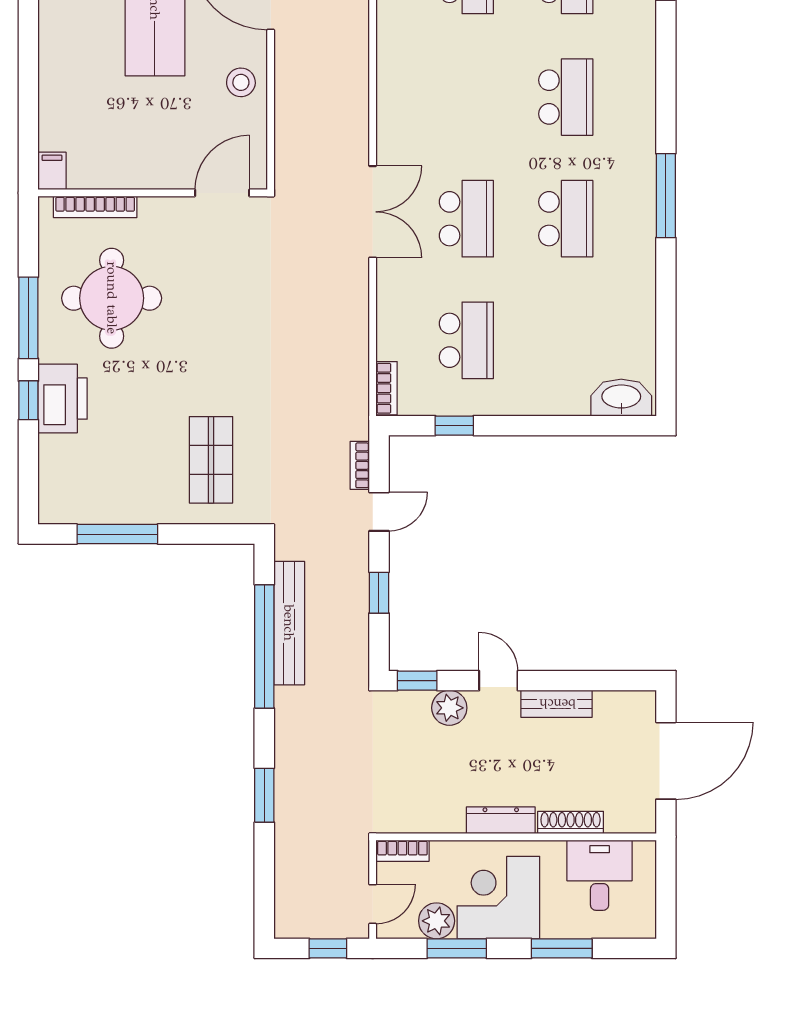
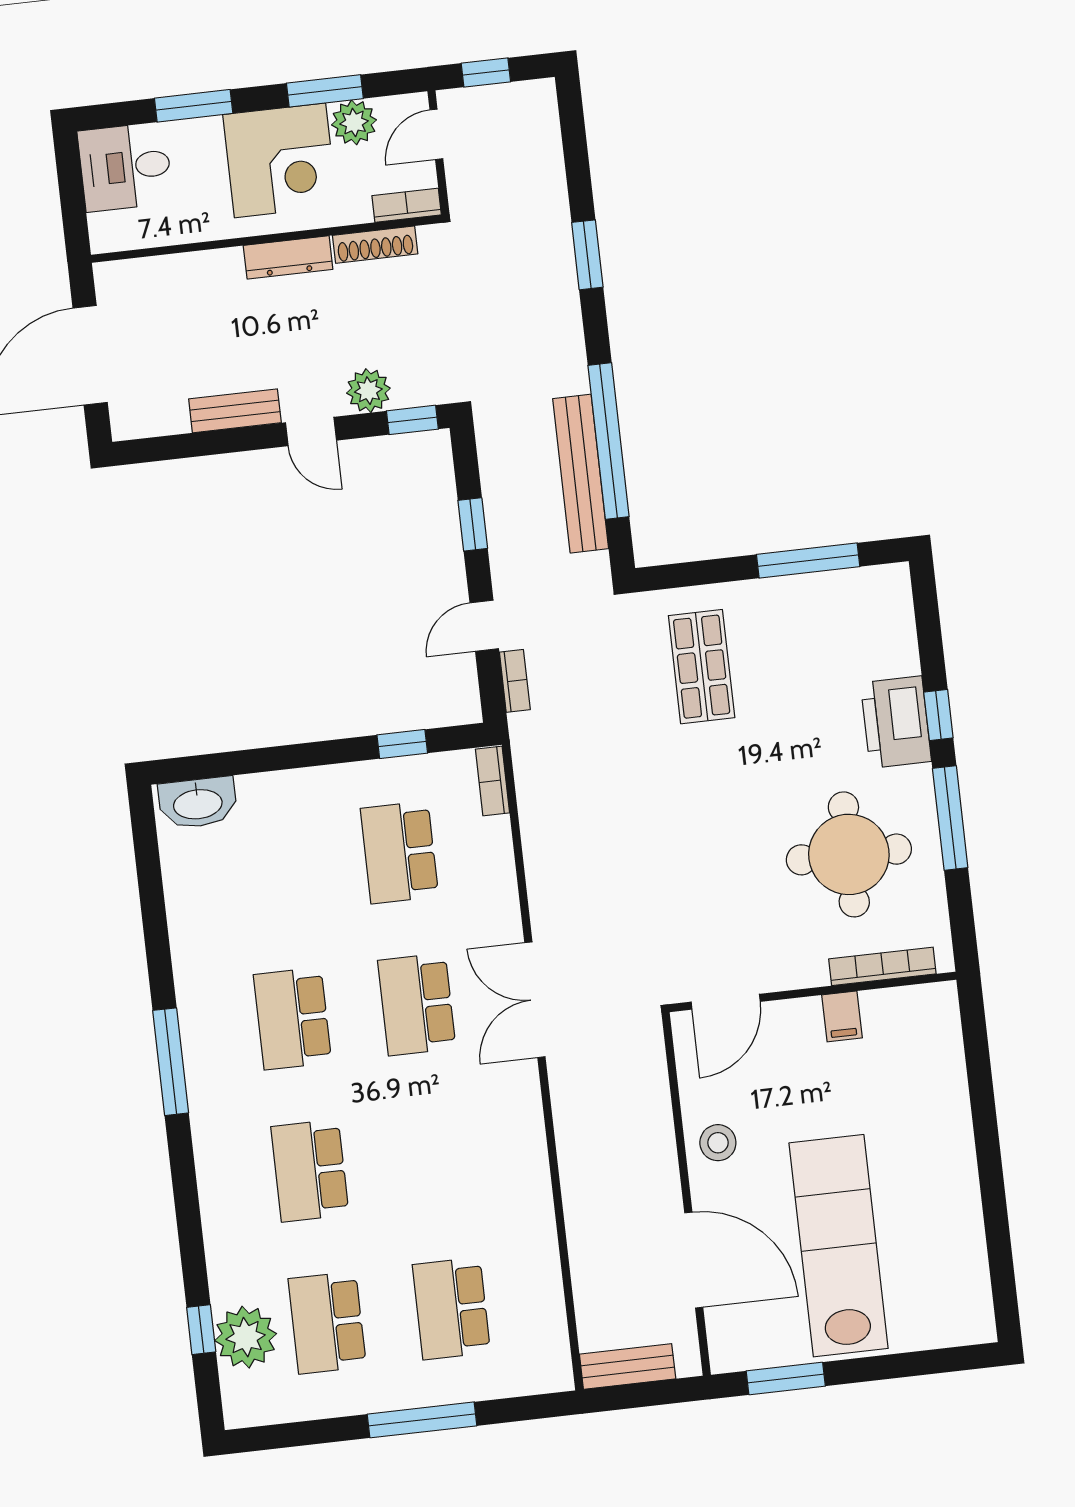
filing cabinet: (52, 171) -> (842, 1016), moved
shoe rack: (571, 822) -> (375, 245), moved
desk: (600, 875) -> (125, 167), moved, turned 90

